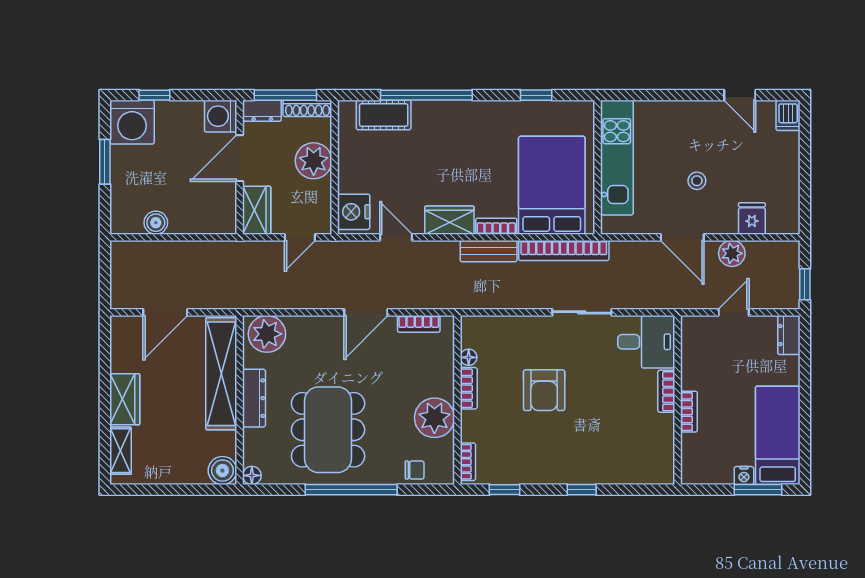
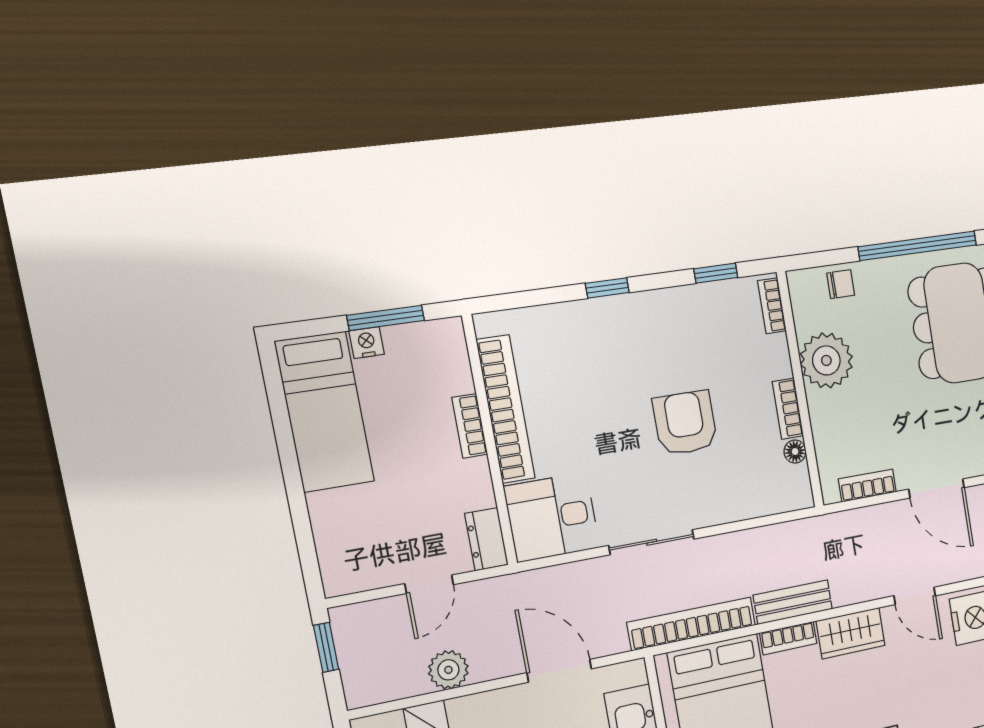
door: (682, 237) -> (559, 671), moved
door: (366, 312) -> (937, 488), swing flipped
dresser: (789, 335) -> (486, 539), moved, turned 180
bookcase: (666, 391) -> (506, 409), width x2.31, depth x1.31
chair: (415, 470) -> (841, 284), turned 180
window: (758, 490) -> (386, 318), moved

